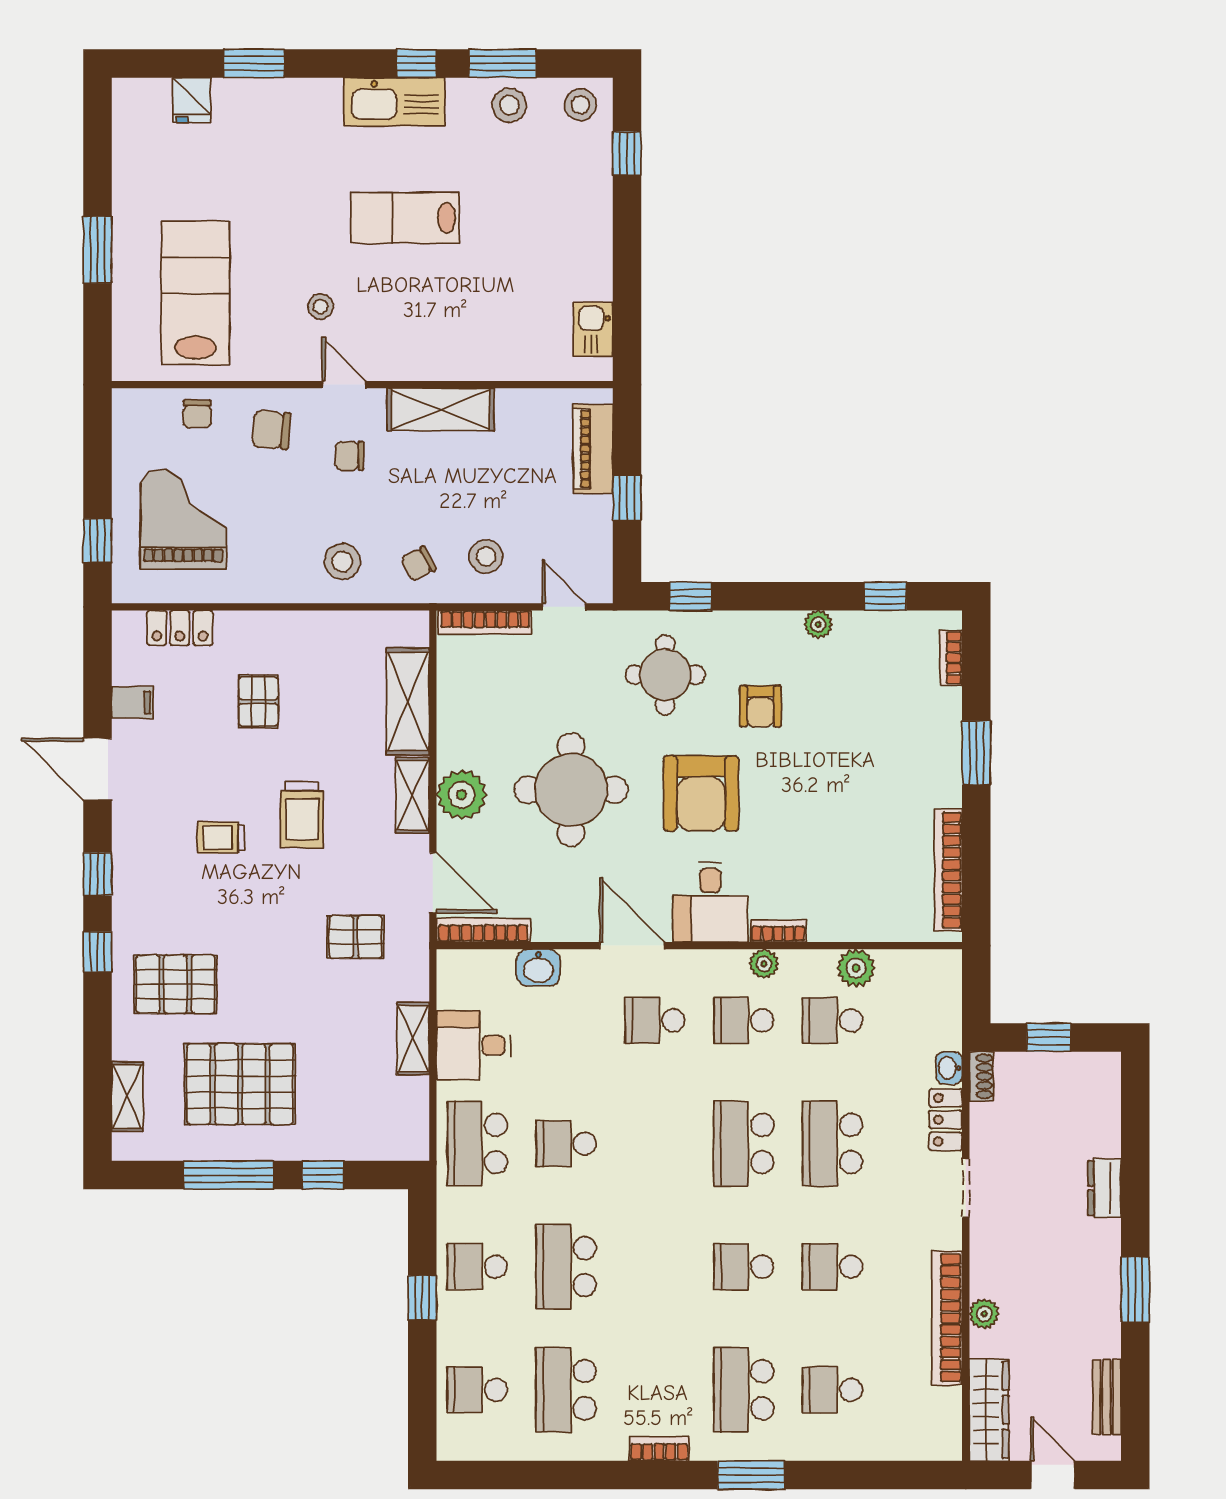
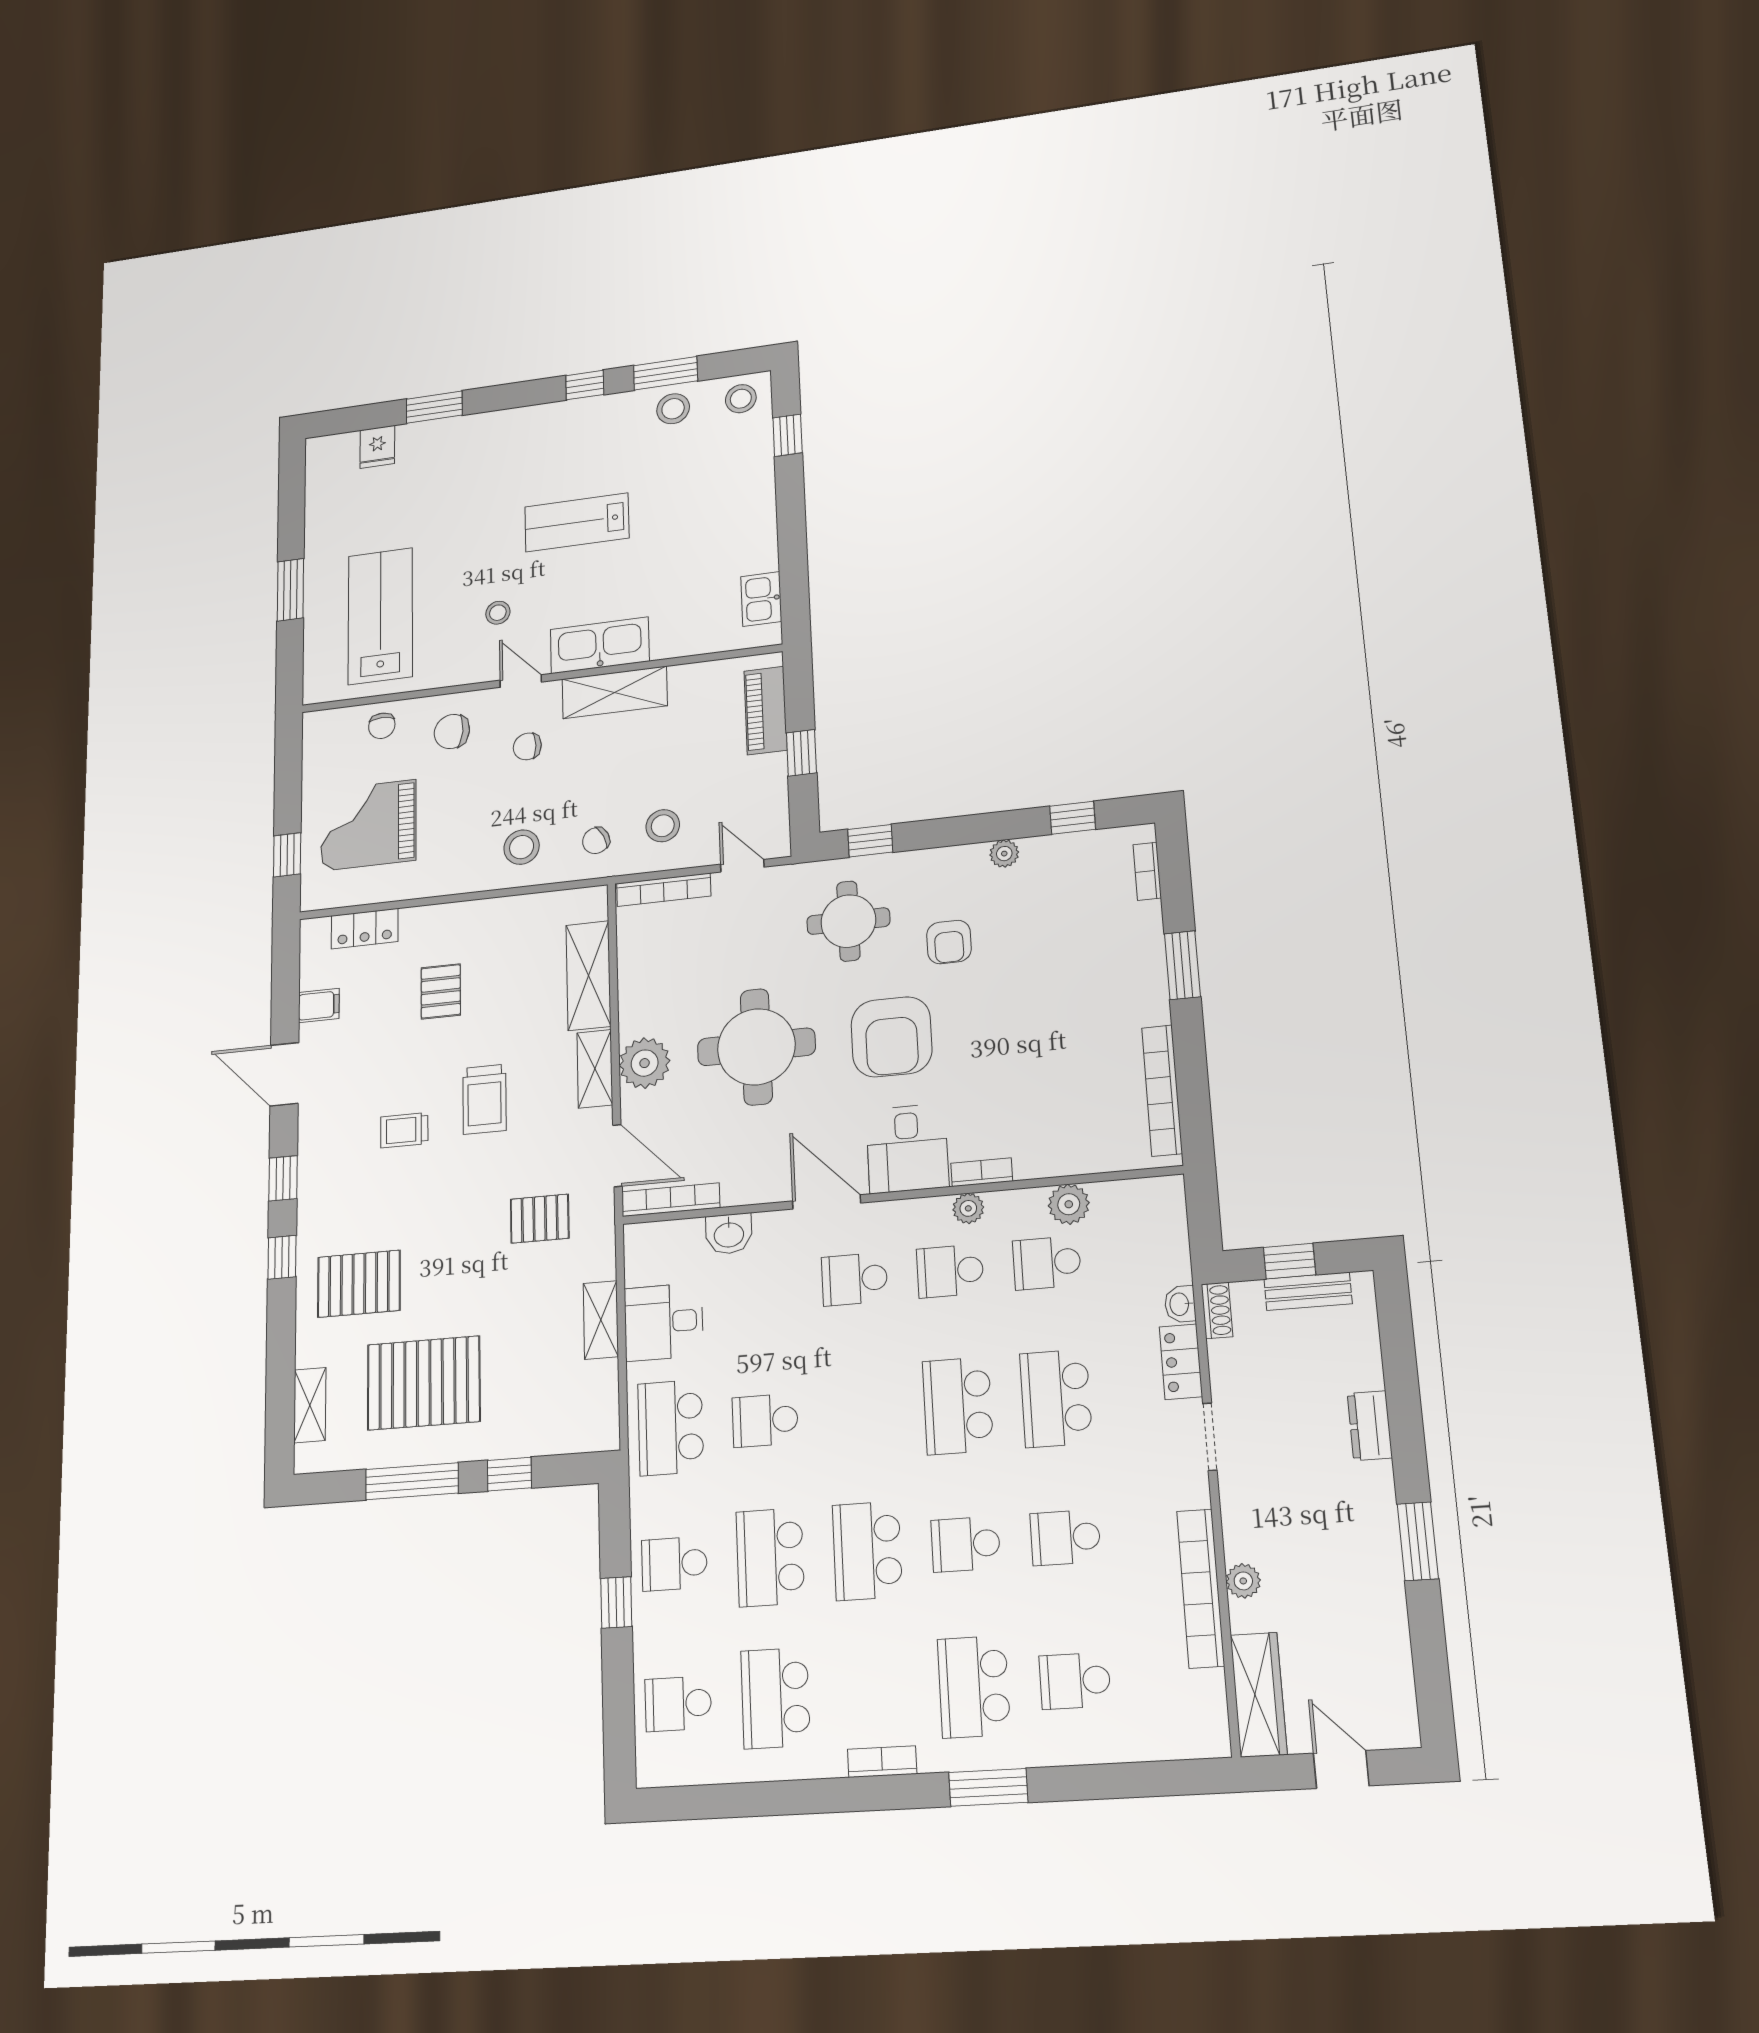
kitchen sink: (394, 102) -> (600, 645), moved, turned 180
grand piano: (183, 519) -> (368, 825), turned -90
school desk: (655, 1267) -> (867, 1551), added
bench: (1107, 1397) -> (1308, 1291), moved, turned 90

